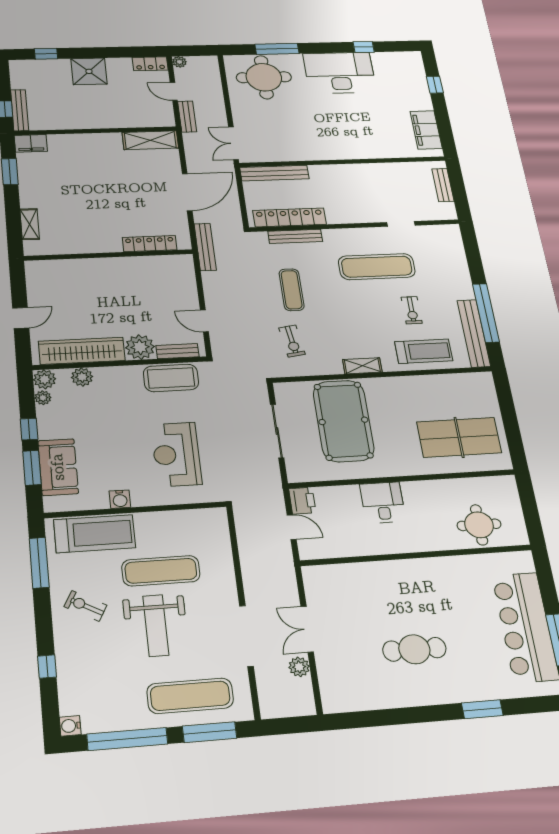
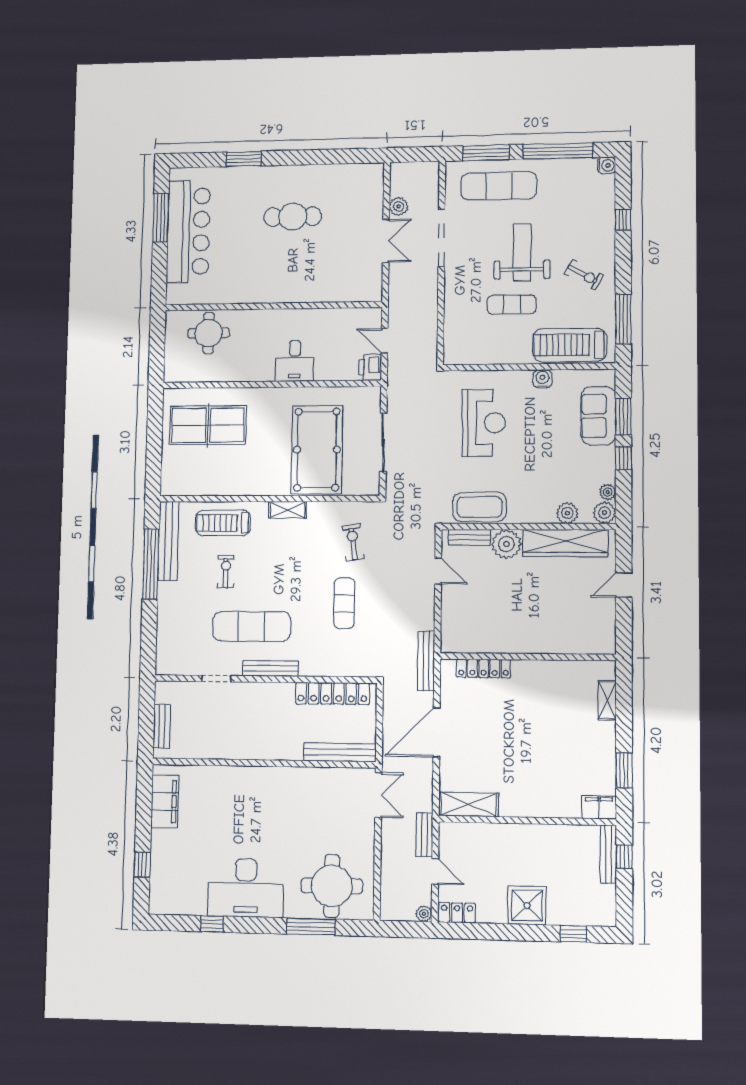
bench: (295, 236) -> (270, 668), moved
exercise mat: (161, 571) -> (512, 305), width x0.73, depth x0.69

